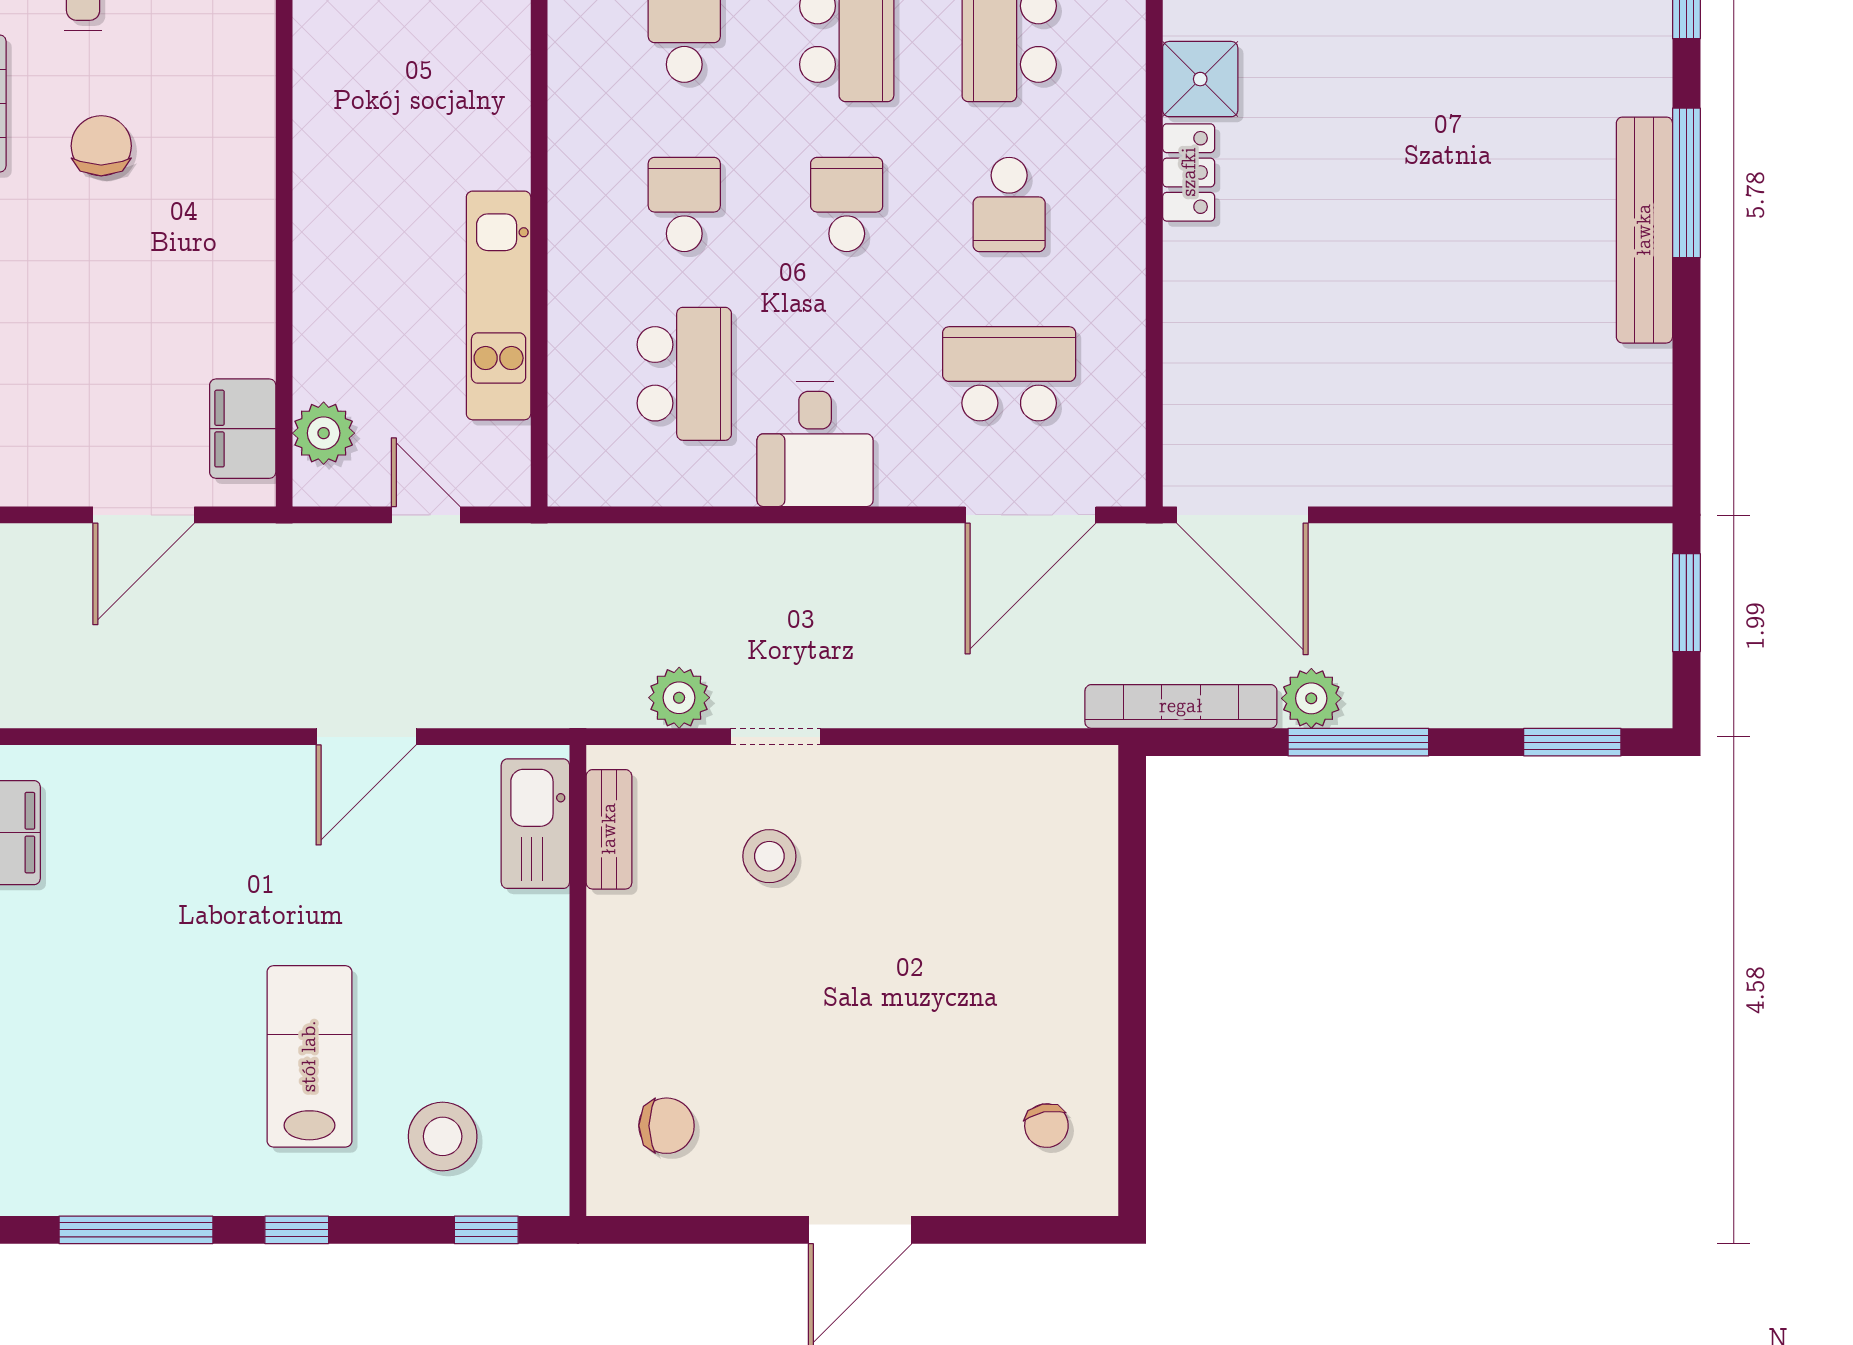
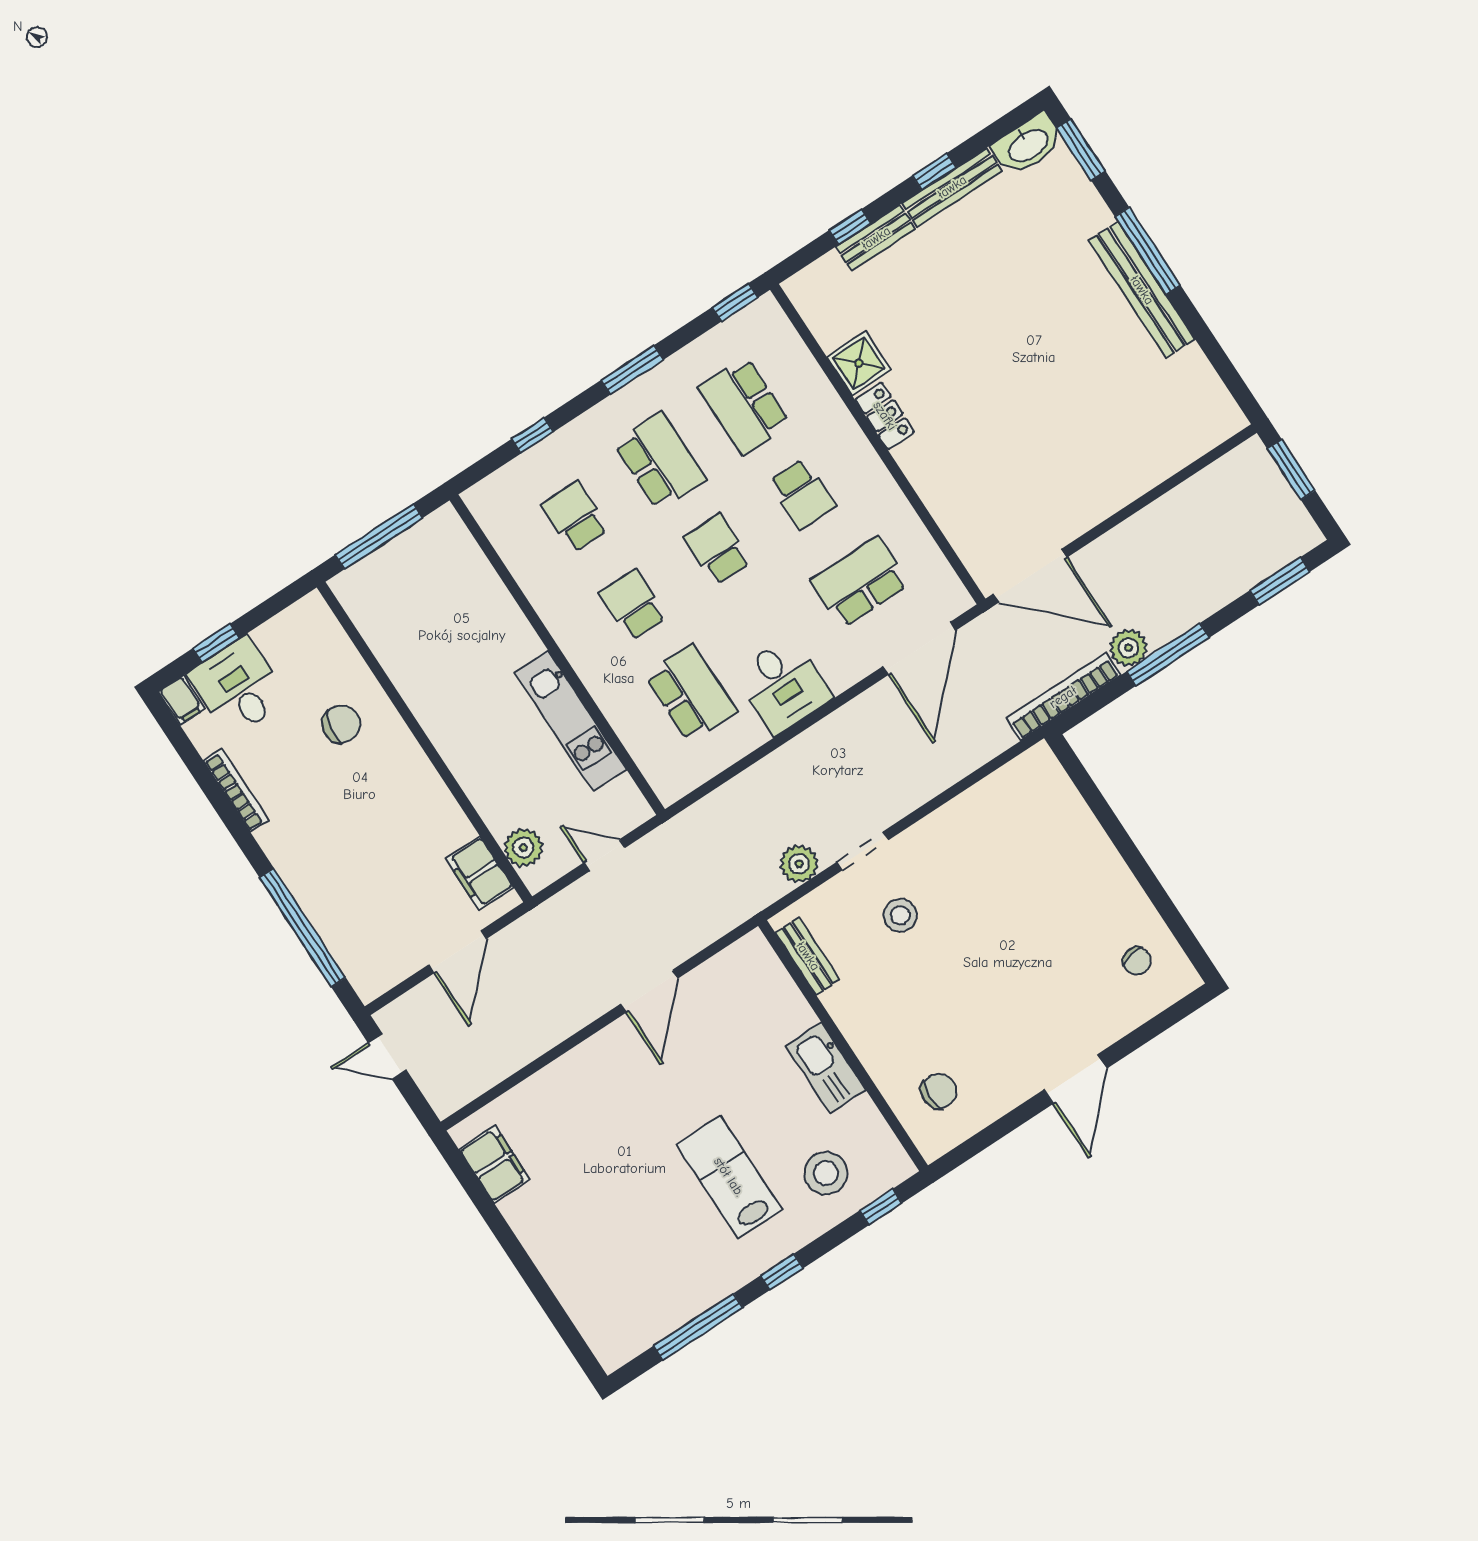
chair: (101, 146) -> (341, 724), moved, turned 100
kitchen sink: (535, 824) -> (826, 1068), moved

